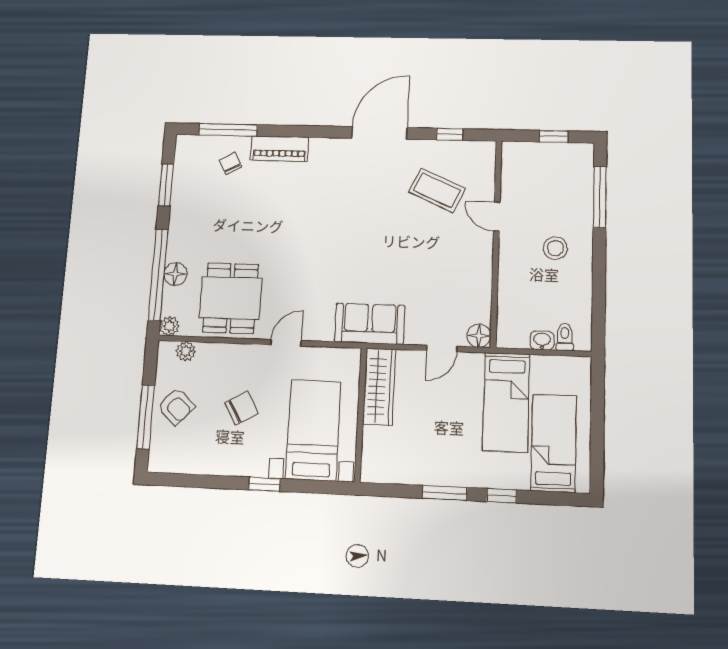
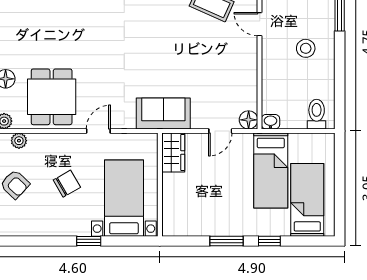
toilet: (565, 337) -> (317, 114), width x1.37, depth x1.39
washbasin: (542, 340) -> (270, 122), moved
wardrobe: (379, 386) -> (173, 152), width x0.67

